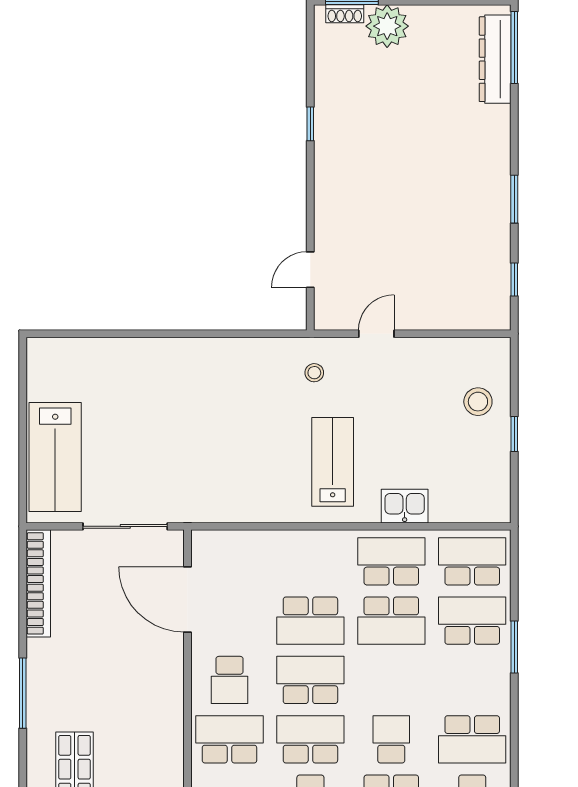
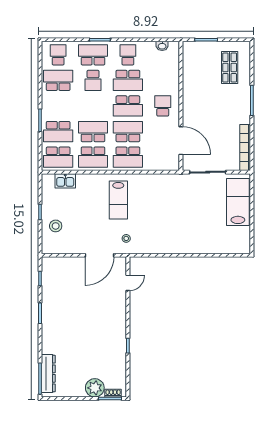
door: (376, 334) -> (99, 255), width x1.87
kitchen sink: (405, 506) -> (65, 181), moved
school desk: (229, 739) -> (128, 157), moved

